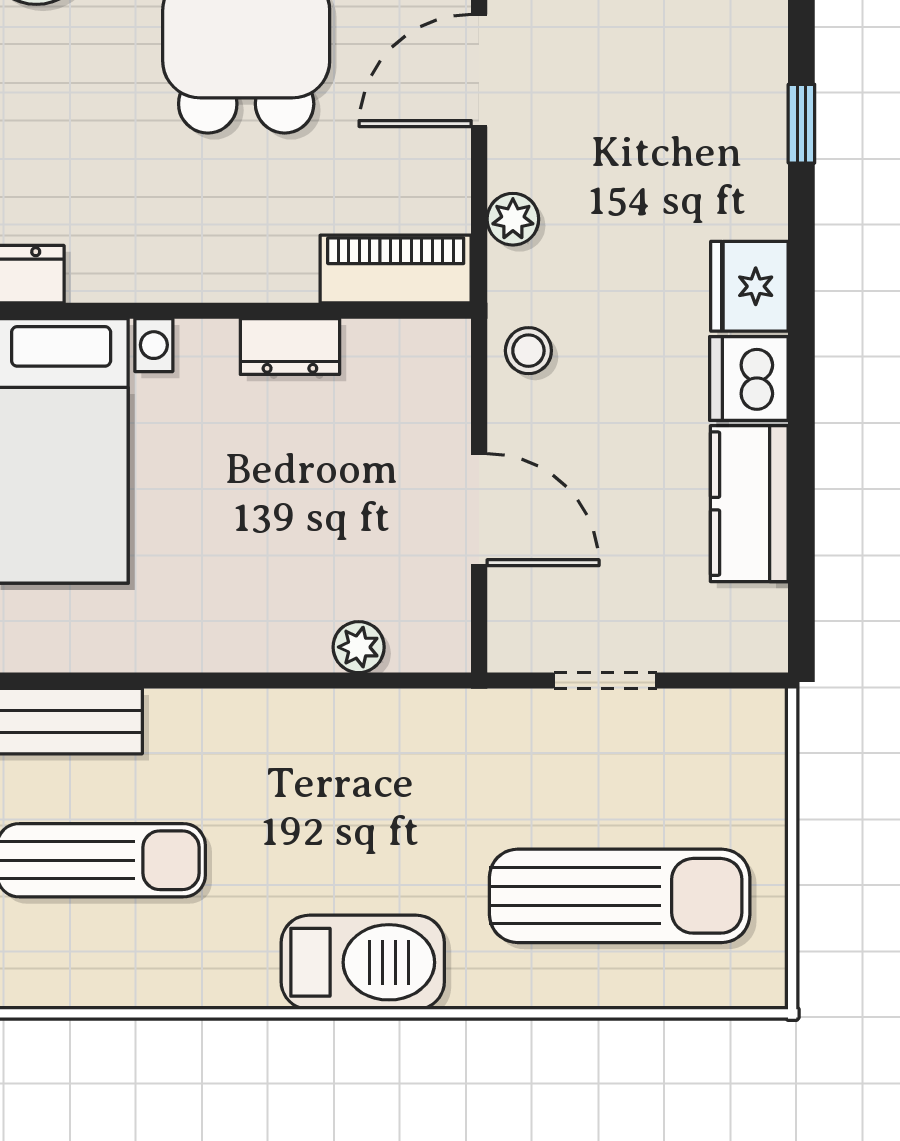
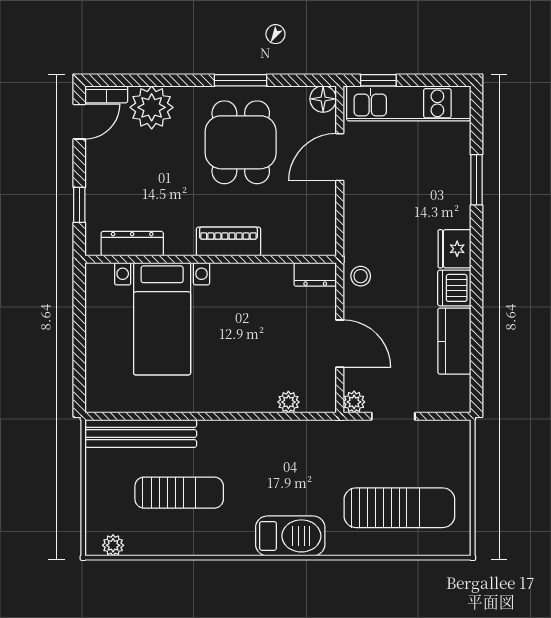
window: (801, 124) -> (477, 180), width x1.50
plant: (513, 219) -> (354, 402), moved
piano: (396, 269) -> (228, 241), moved
dresser: (290, 347) -> (315, 274), moved

